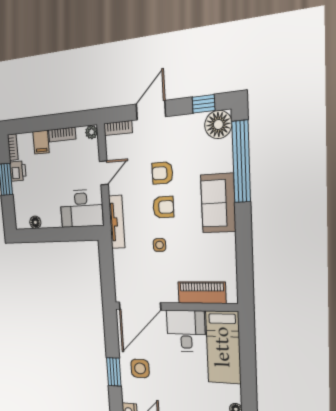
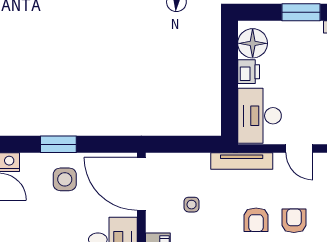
printer: (18, 171) -> (249, 72), moved, turned -90
floor lamp: (35, 222) -> (253, 43), width x1.89, depth x1.89
side table: (159, 245) -> (192, 205), moved

